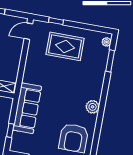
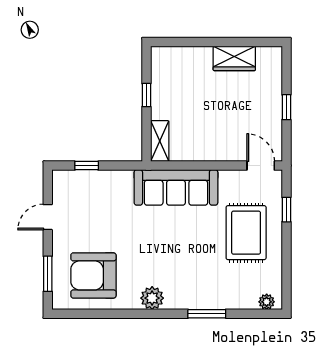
window: (110, 61) -> (207, 314), moved
sofa: (27, 108) -> (176, 187), moved

